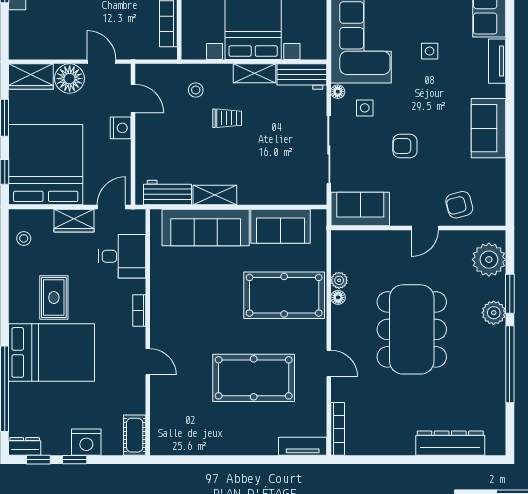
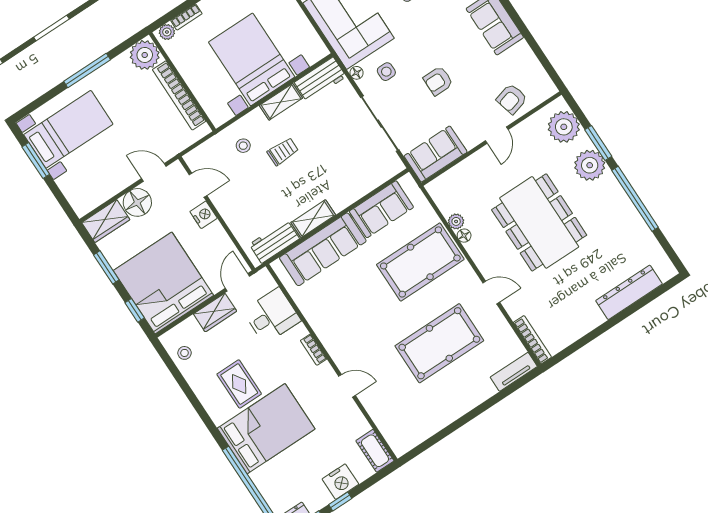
plant: (494, 313) -> (590, 165), width x1.36, depth x1.36

